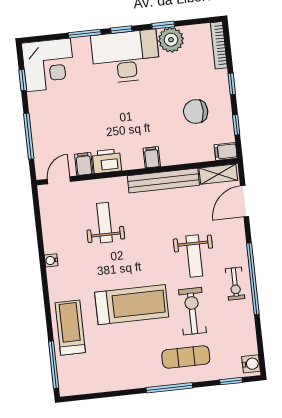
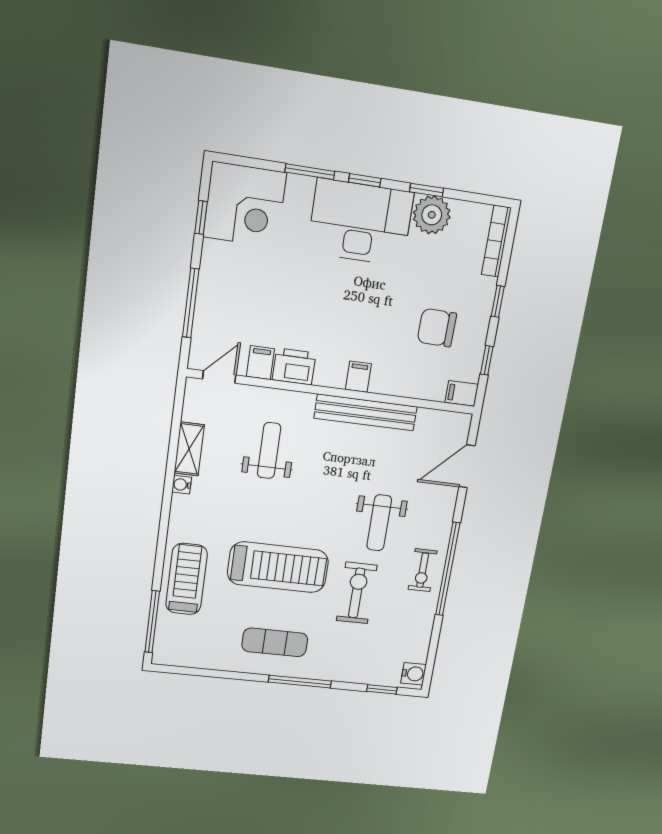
shelving: (218, 174) -> (189, 449), moved, turned 90
exercise mat: (186, 357) -> (275, 642), moved

